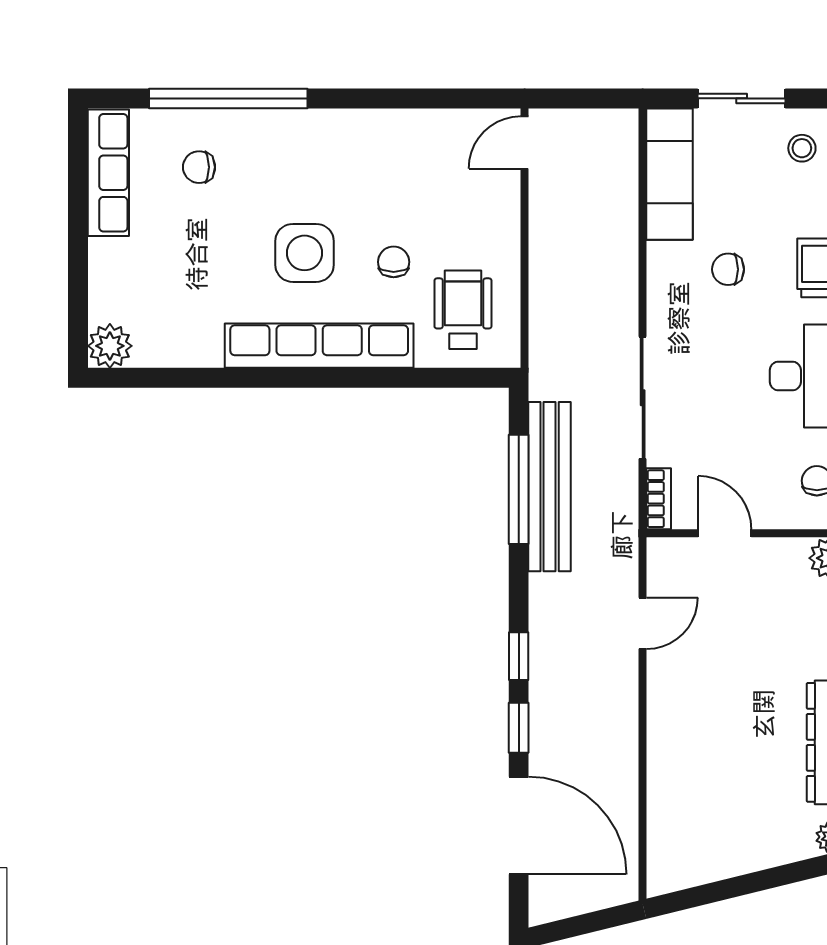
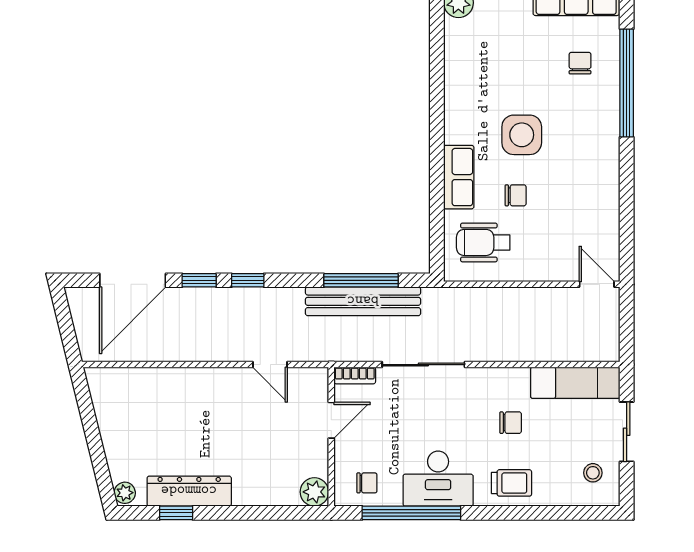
chair: (728, 269) -> (511, 423), turned 90
wheelchair: (463, 310) -> (483, 242), turned 180
row of seats: (319, 346) -> (459, 177), width x0.50

